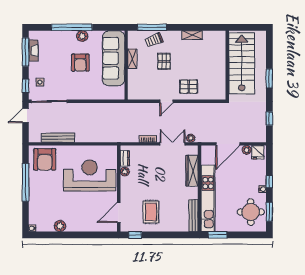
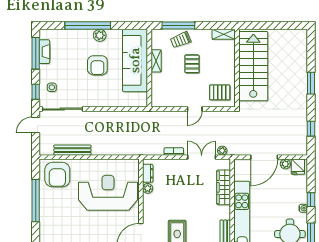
stairs: (242, 63) -> (253, 66), moved
wall: (227, 65) -> (237, 68), moved

